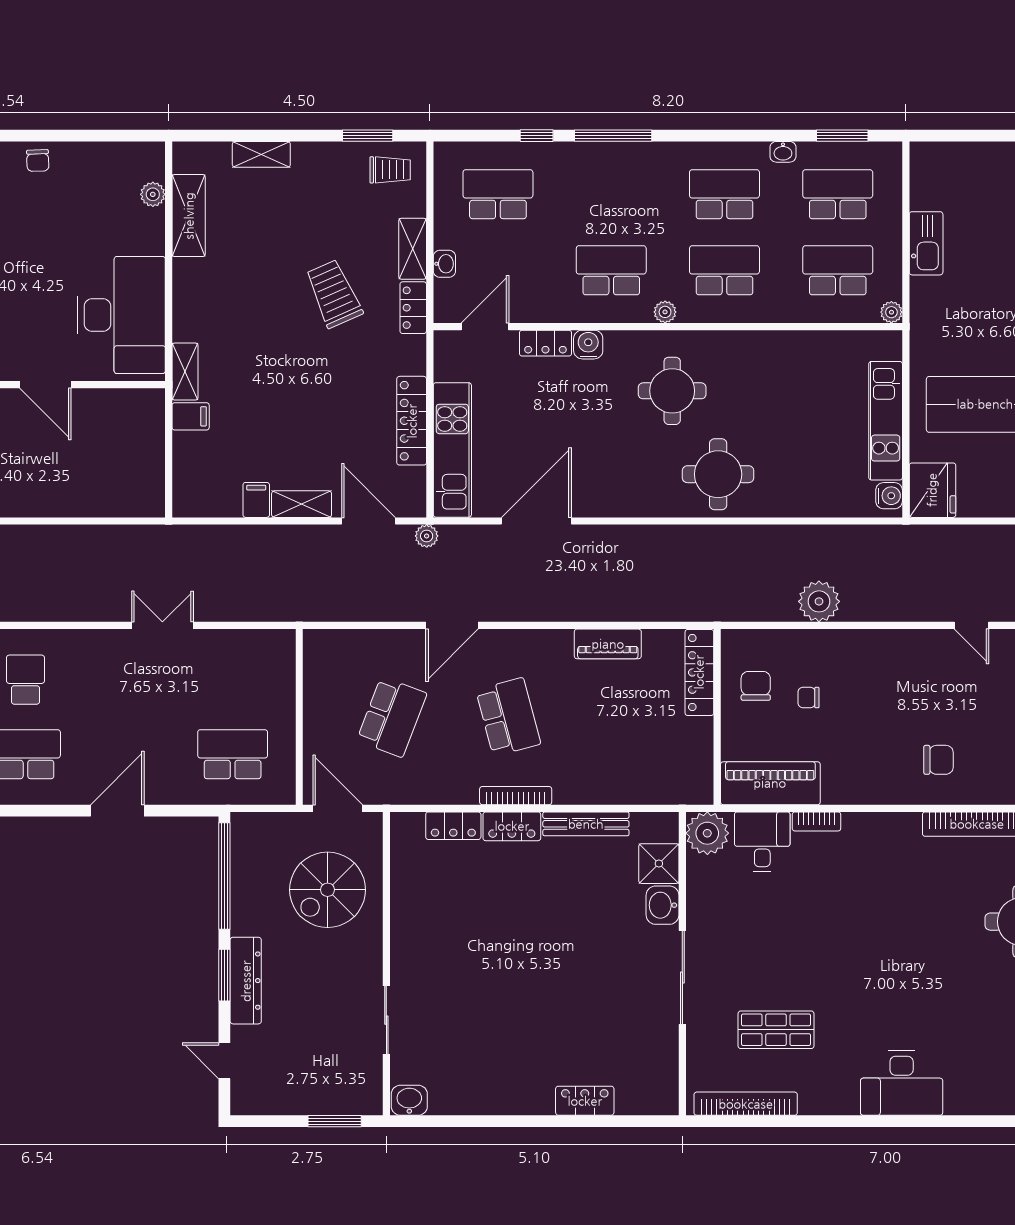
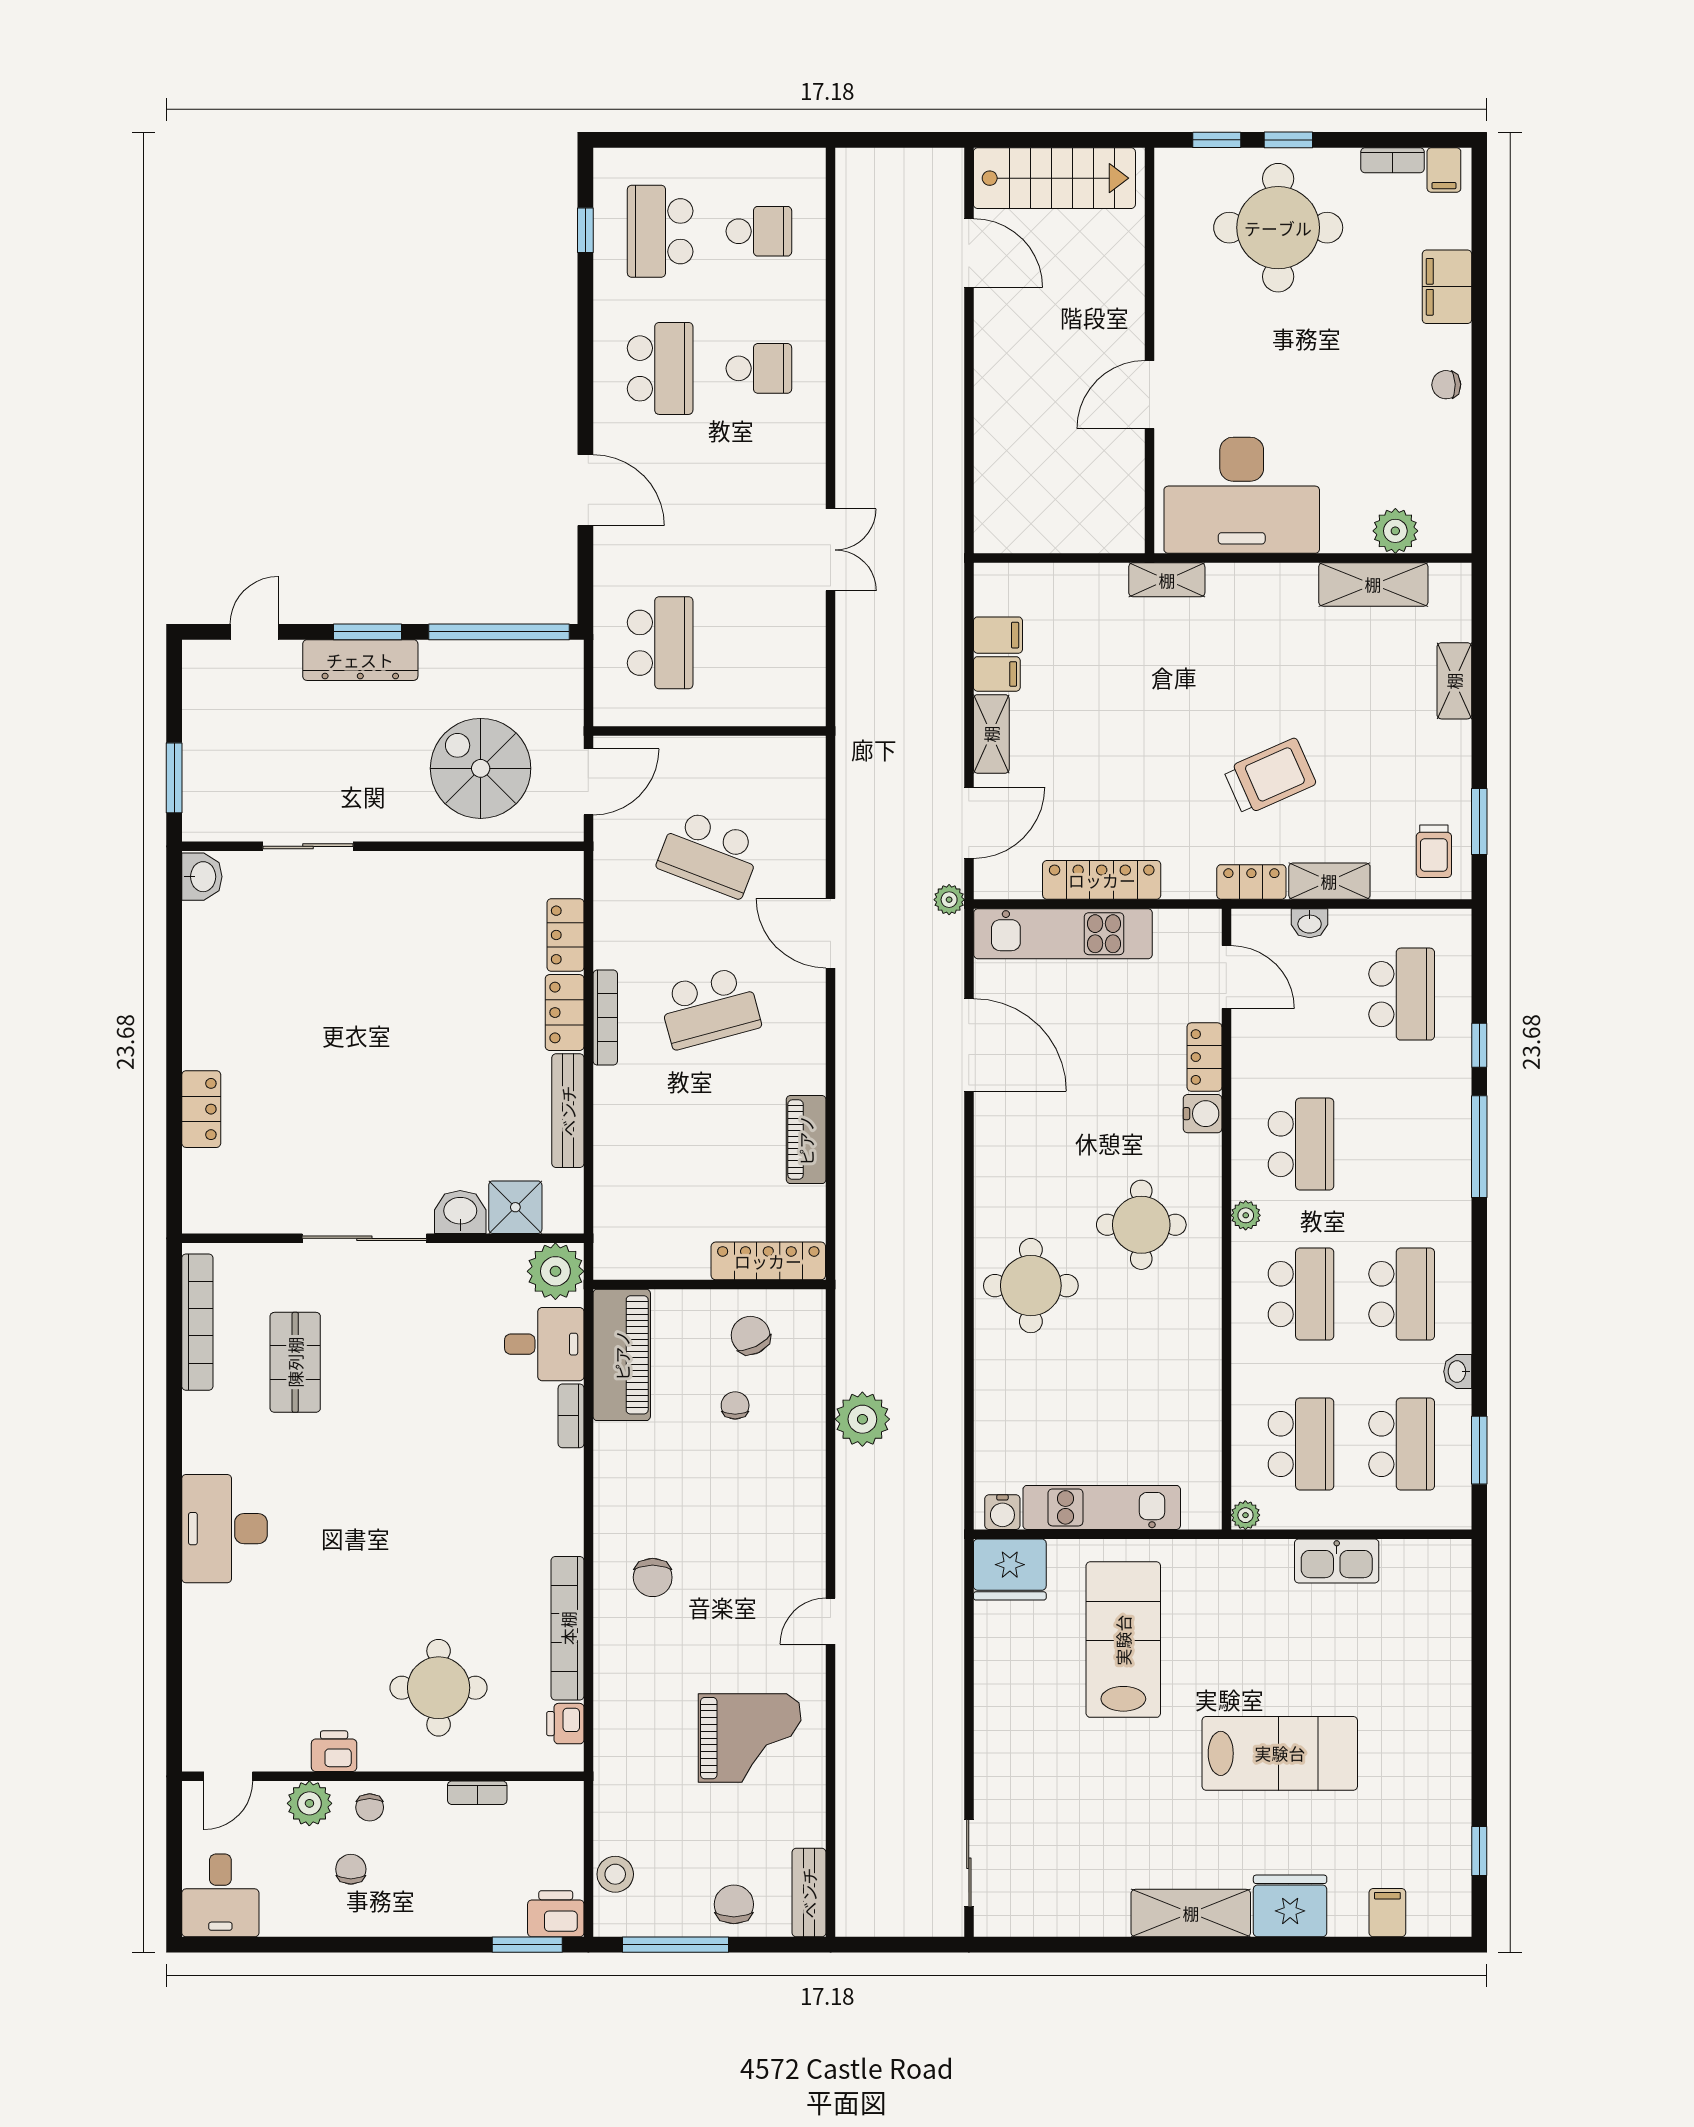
plant: (153, 194) -> (1395, 531), width x1.38, depth x1.38
filing cabinet: (191, 416) -> (998, 635), moved, turned -90
chair: (756, 686) -> (751, 1335), turned -116

